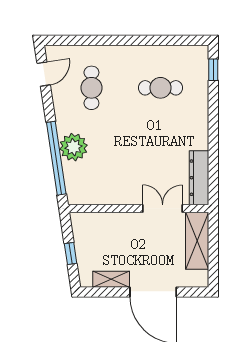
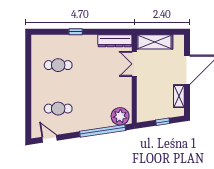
window: (213, 70) -> (76, 32), moved
cafe table: (160, 88) -> (58, 65), turned 90
plant: (73, 147) -> (120, 116), moved

